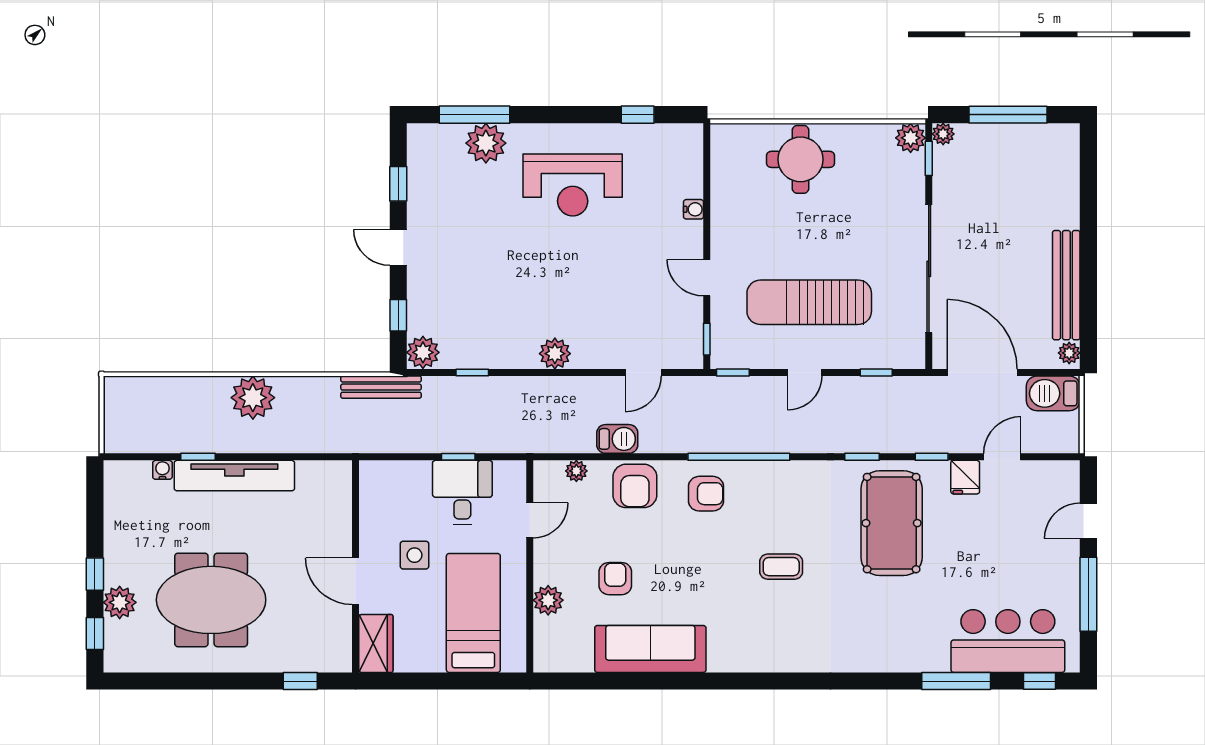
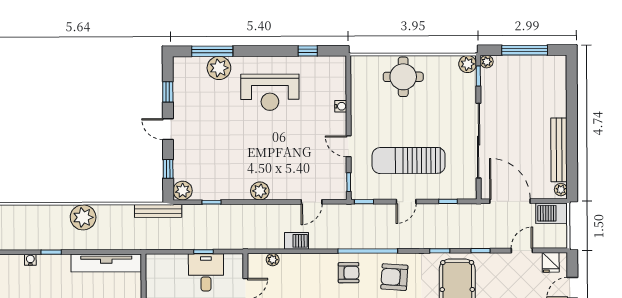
tv unit: (234, 476) -> (106, 263), moved
fridge: (965, 477) -> (551, 262), moved
armchair: (635, 486) -> (394, 277), moved, turned 94

